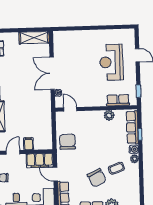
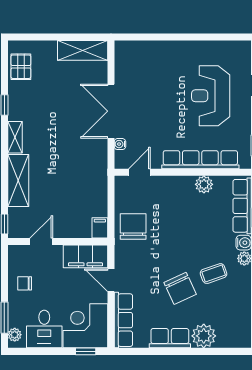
row of seats: (118, 100) -> (200, 160), width x2.02
door: (70, 109) -> (139, 172), hinge flipped
filing cabinet: (29, 144) -> (100, 228), moved

